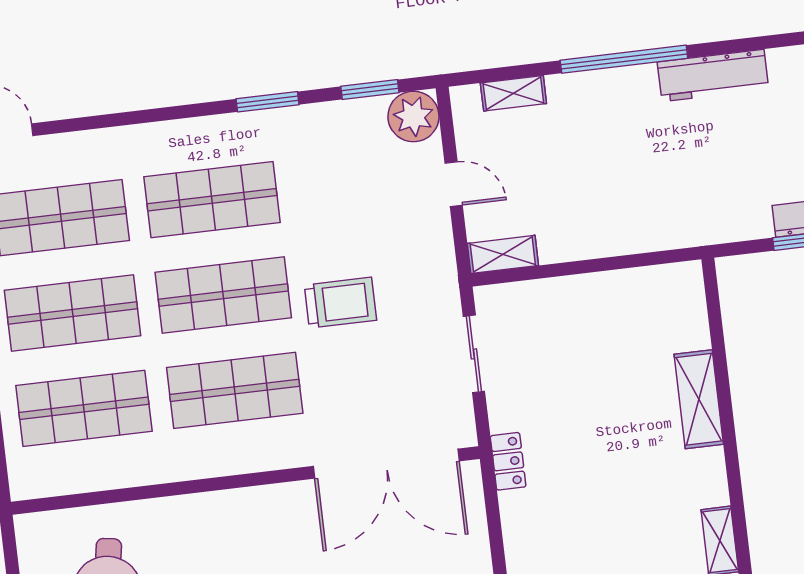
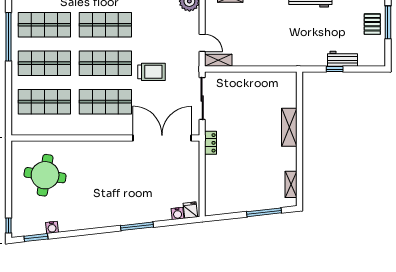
door: (454, 184) -> (202, 43), moved
sliding door: (474, 354) -> (202, 99), width x1.37
double door: (386, 464) -> (162, 138), swing flipped

